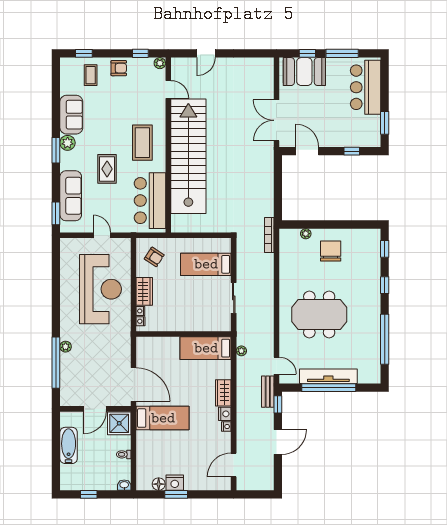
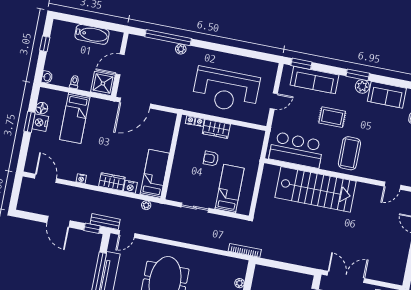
coffee table: (142, 143) -> (349, 153), turned 90
stairs: (188, 156) -> (316, 189), width x0.73
armchair: (154, 257) -> (211, 159), moved, turned 57
door: (95, 409) -> (120, 64), hinge flipped
nightstand: (225, 414) -> (130, 187), moved
bed: (163, 418) -> (75, 118), moved

